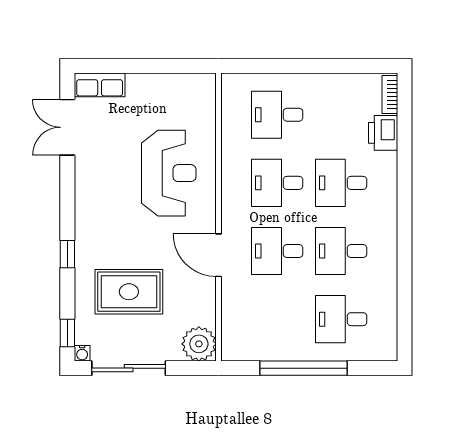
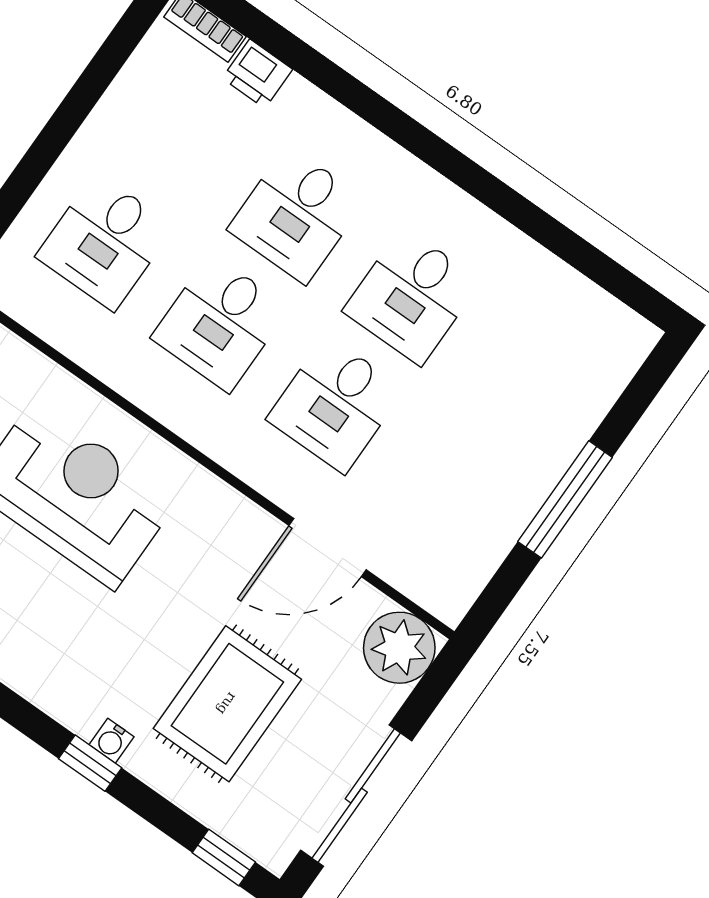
printer: (383, 133) -> (257, 74), width x0.73, depth x0.81
door: (218, 255) -> (328, 548), moved
desk: (341, 319) -> (527, 377), removed
water cooler: (82, 353) -> (112, 741), moved, turned 90
window: (304, 368) -> (565, 499), width x0.68

